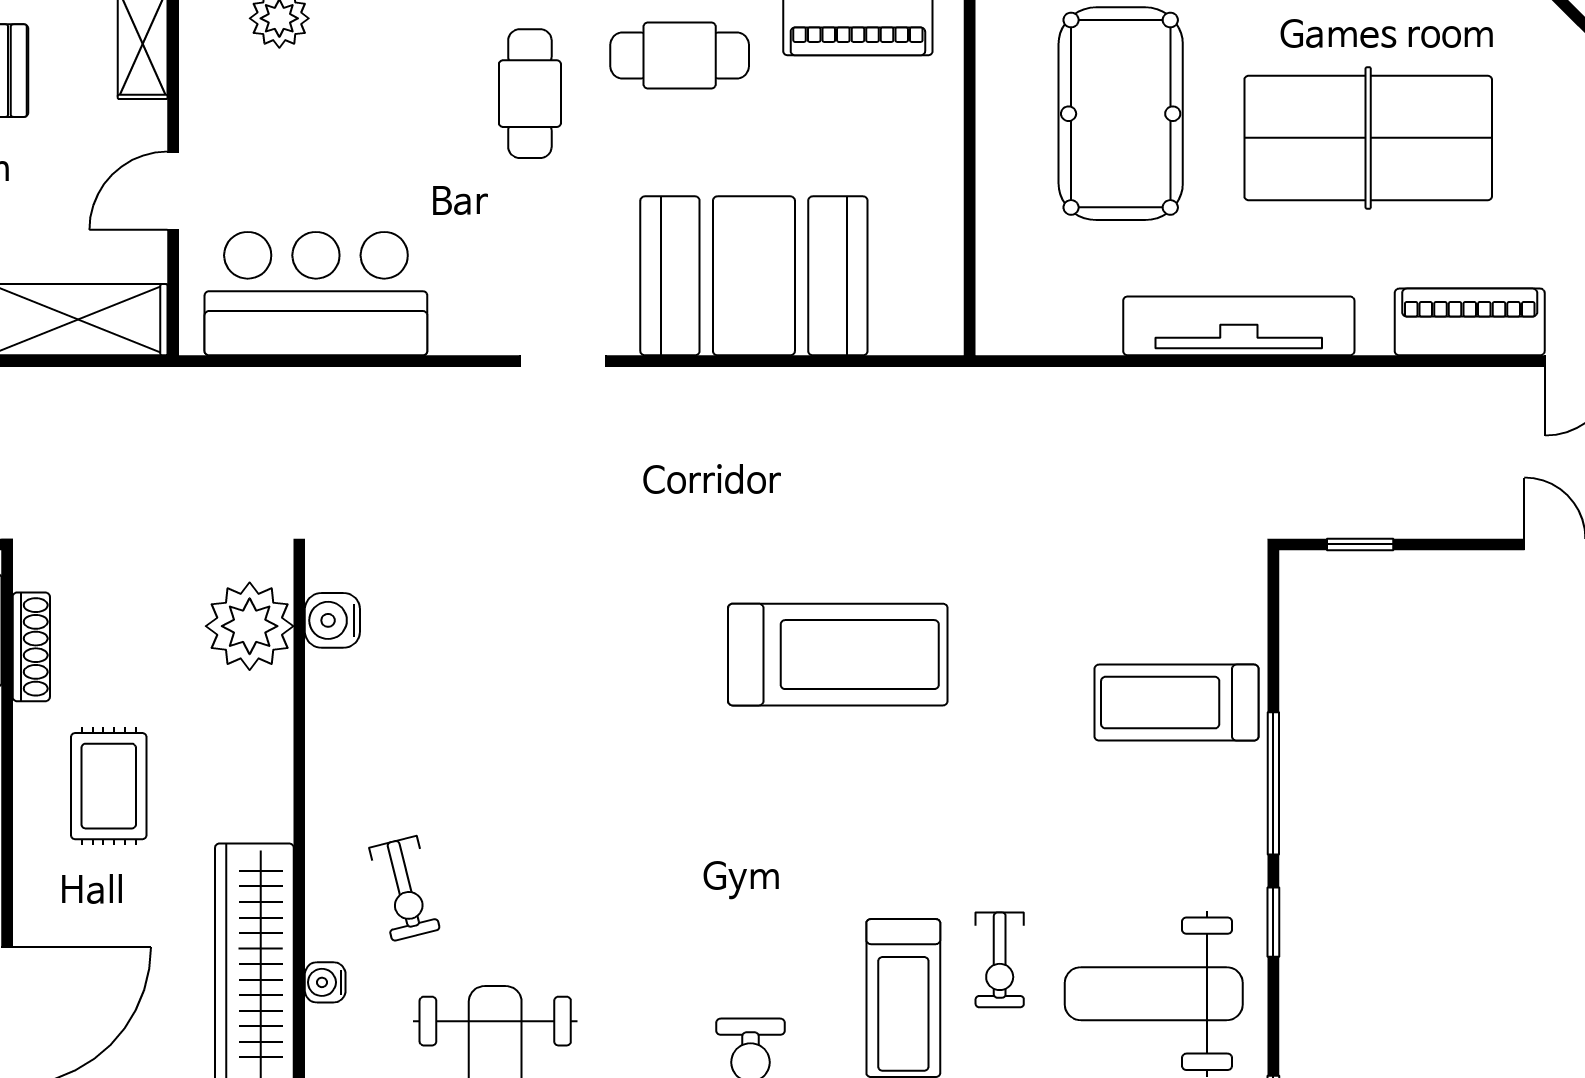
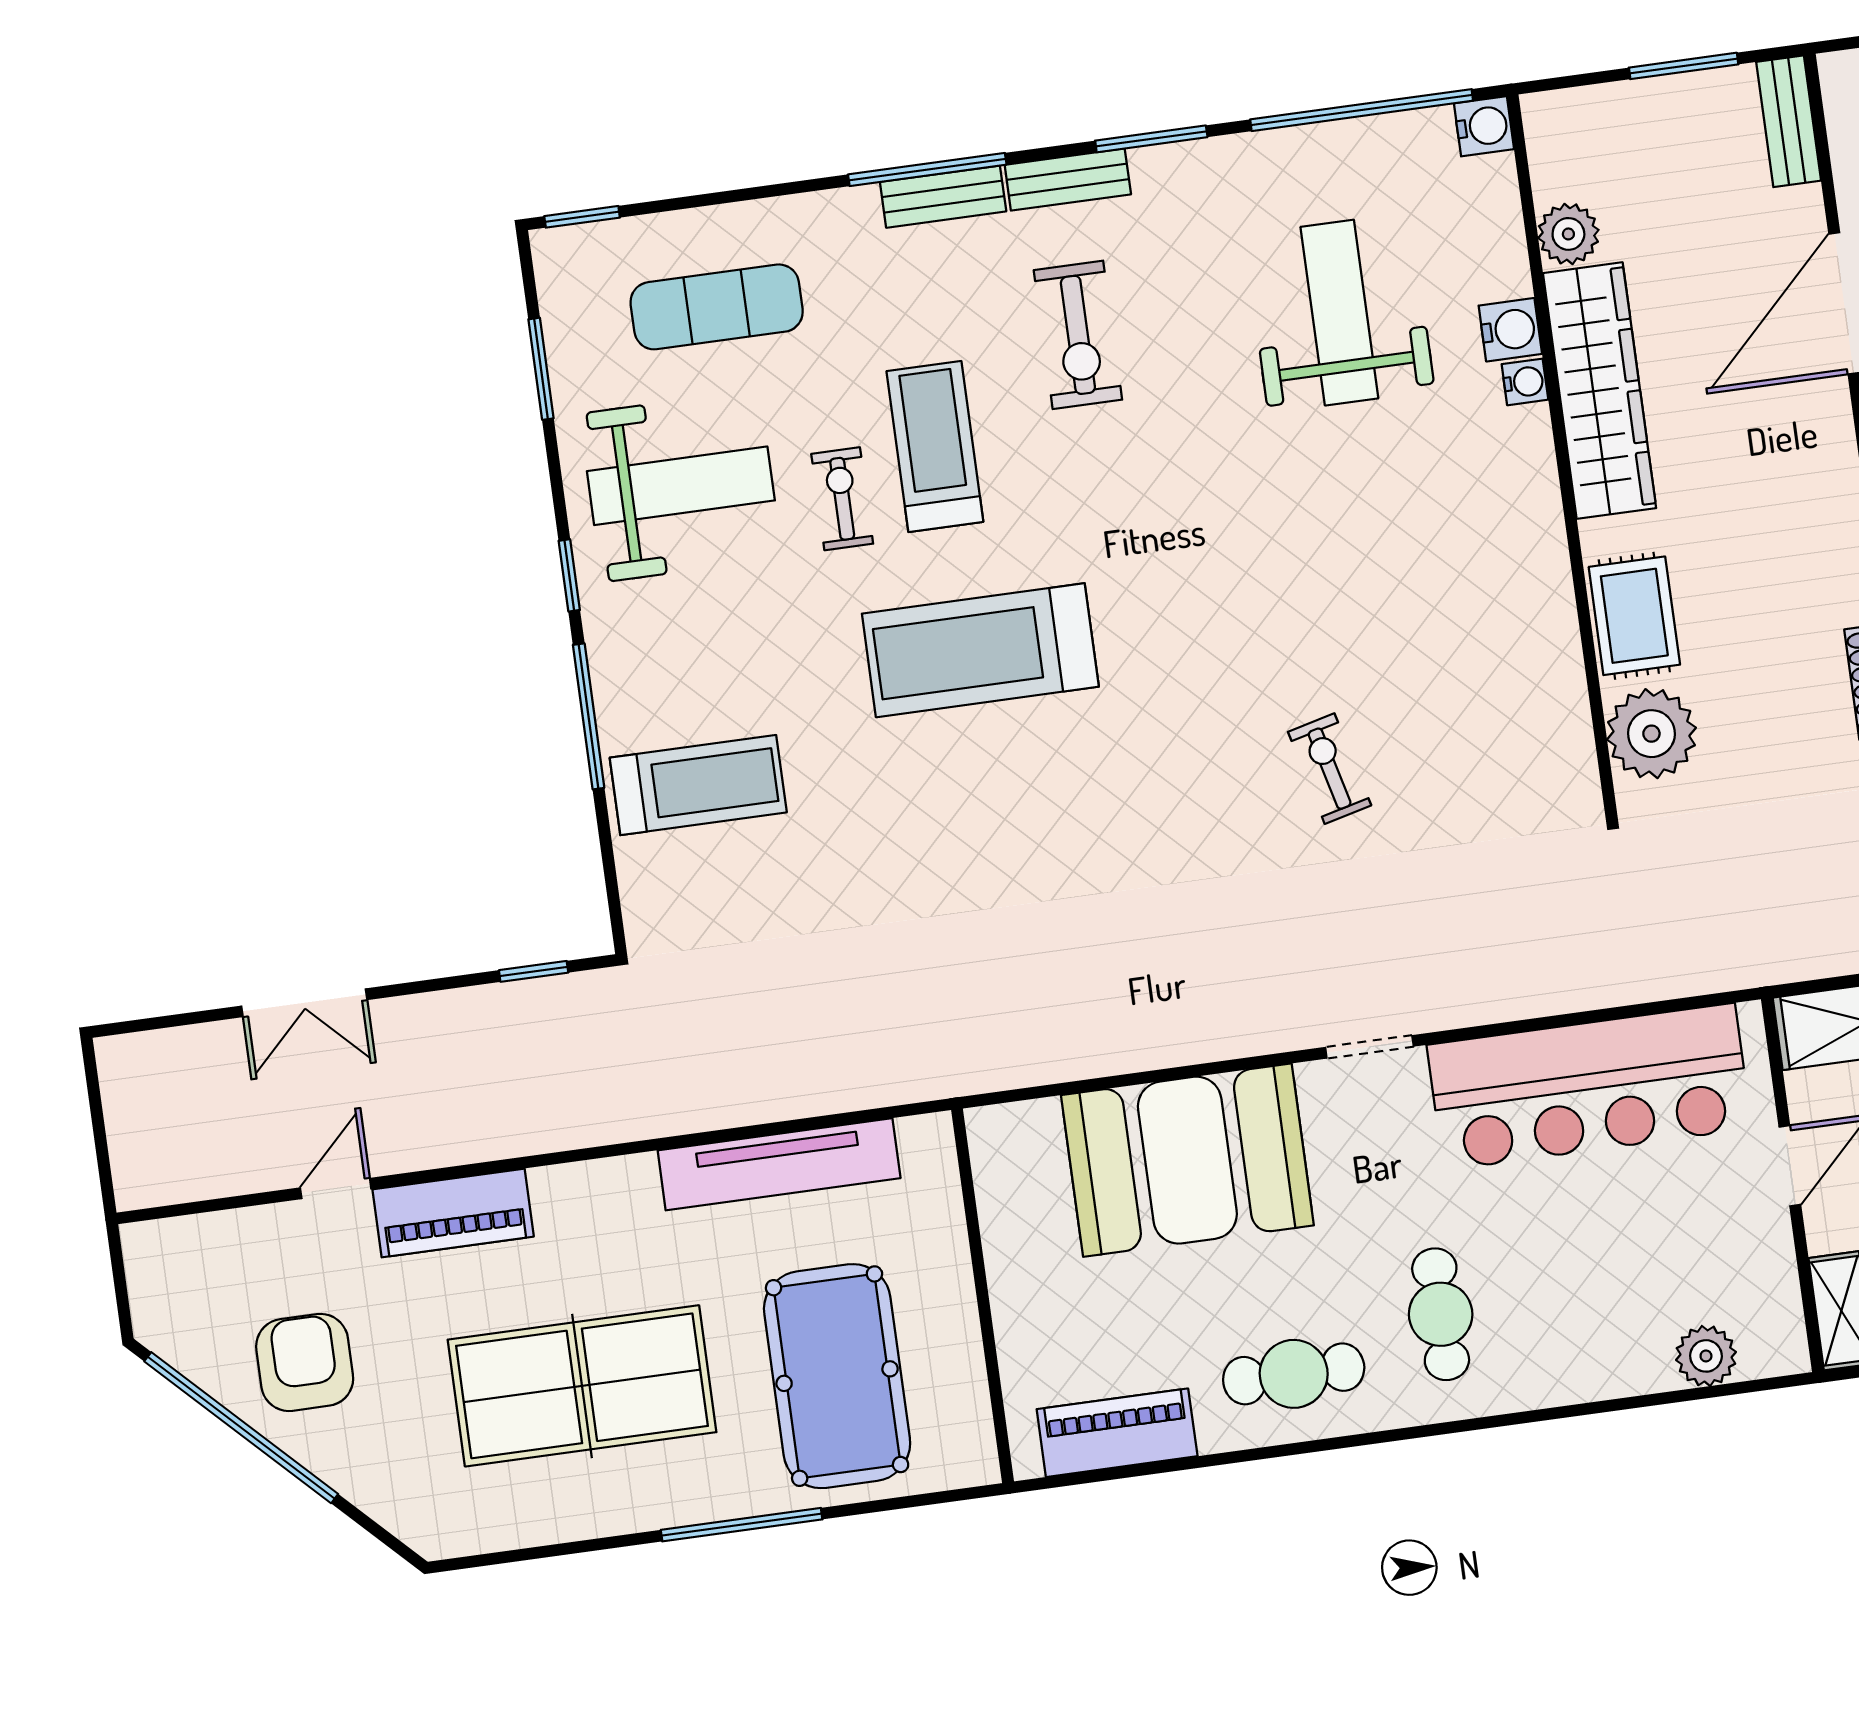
bar counter: (316, 294) -> (1589, 1087), width x1.36
tv unit: (1239, 326) -> (779, 1164), moved
water cooler: (332, 620) -> (1510, 330), moved
treadmill: (838, 655) -> (980, 650), moved
rug: (109, 786) -> (1634, 616), moved
exercise bike: (405, 889) -> (1330, 769), moved

